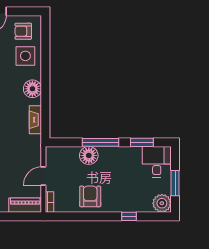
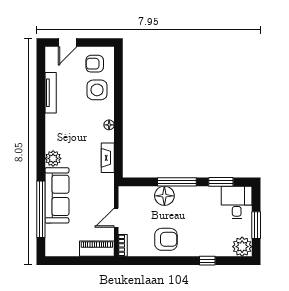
floor lamp: (32, 89) -> (109, 125), width x0.53, depth x0.53
armchair: (90, 196) -> (166, 239), turned 90

